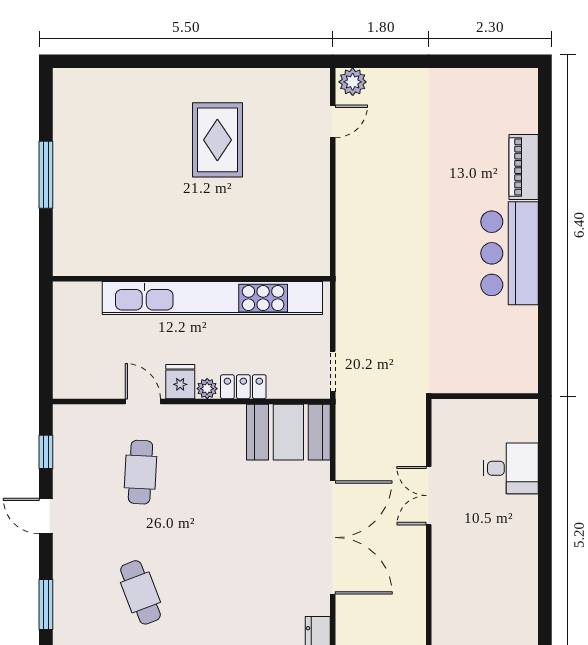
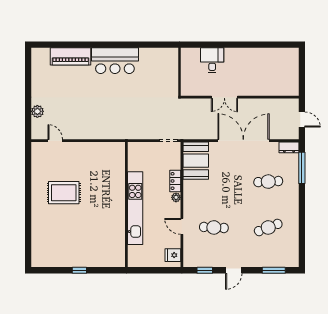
plant: (353, 82) -> (37, 111), moved
piano: (524, 167) -> (71, 56), width x1.37, depth x1.33
window: (46, 175) -> (79, 270), width x0.46
kitchen unit: (212, 298) -> (135, 208), width x0.73
fridge: (180, 382) -> (173, 255), moved
door: (143, 401) -> (182, 226), hinge flipped
cafe table: (242, 592) -> (268, 182), added

